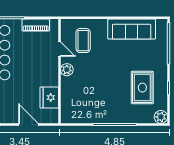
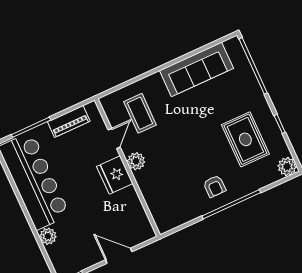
door: (59, 49) -> (114, 139), hinge flipped
fridge: (49, 97) -> (115, 175), moved
armchair: (109, 108) -> (215, 186), added

